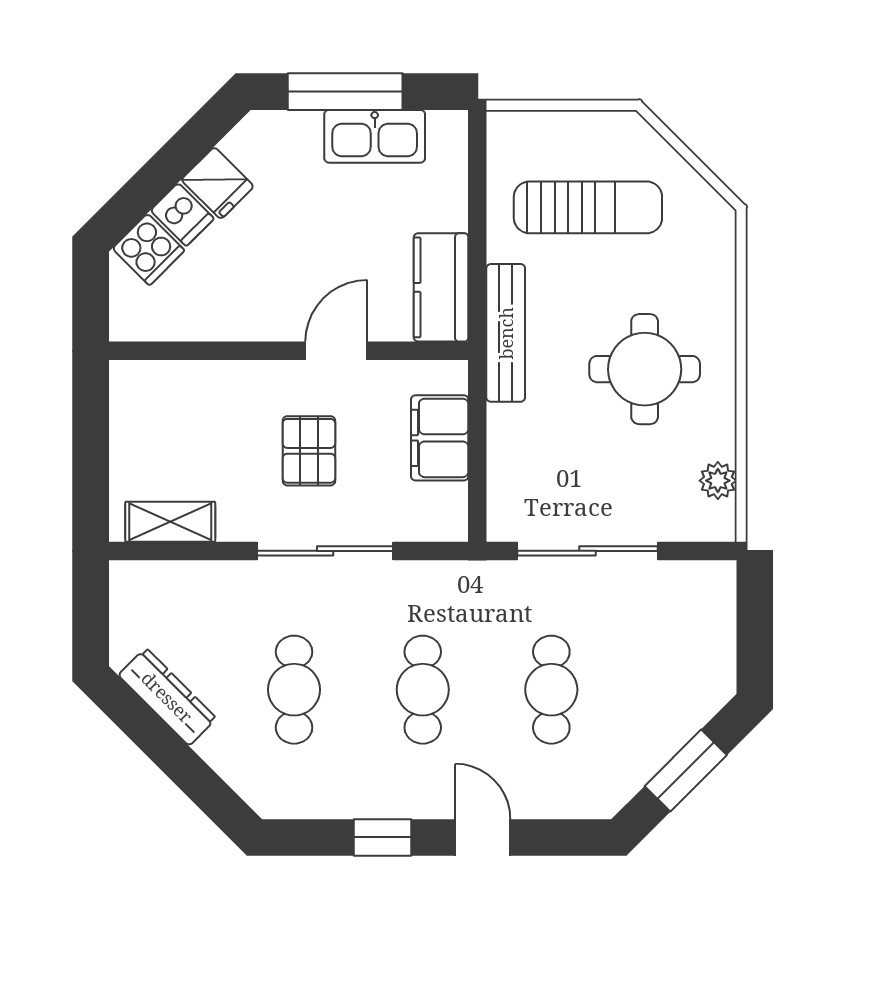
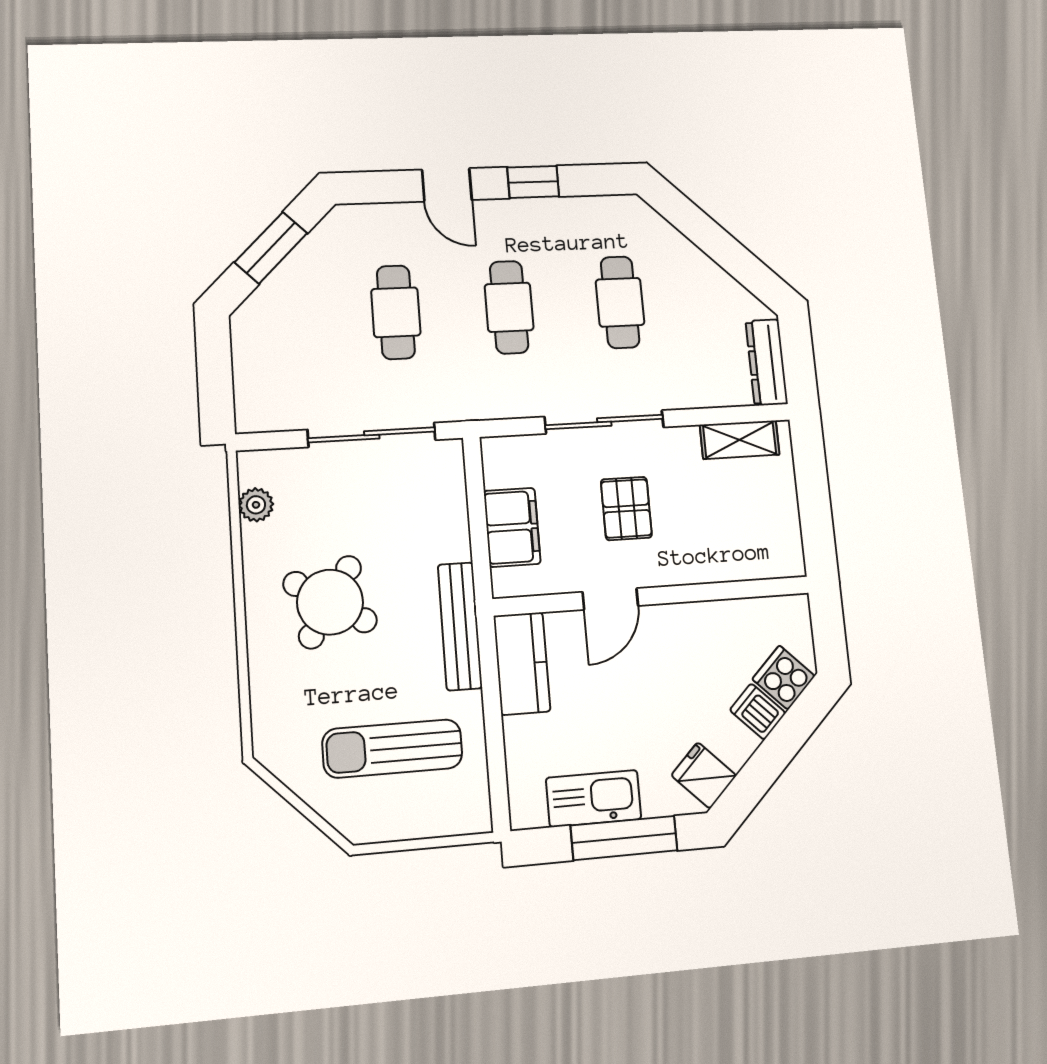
fridge: (218, 183) -> (704, 775), moved
round table: (645, 369) -> (330, 602), turned 32
dresser: (167, 697) -> (767, 362), moved, turned 45

